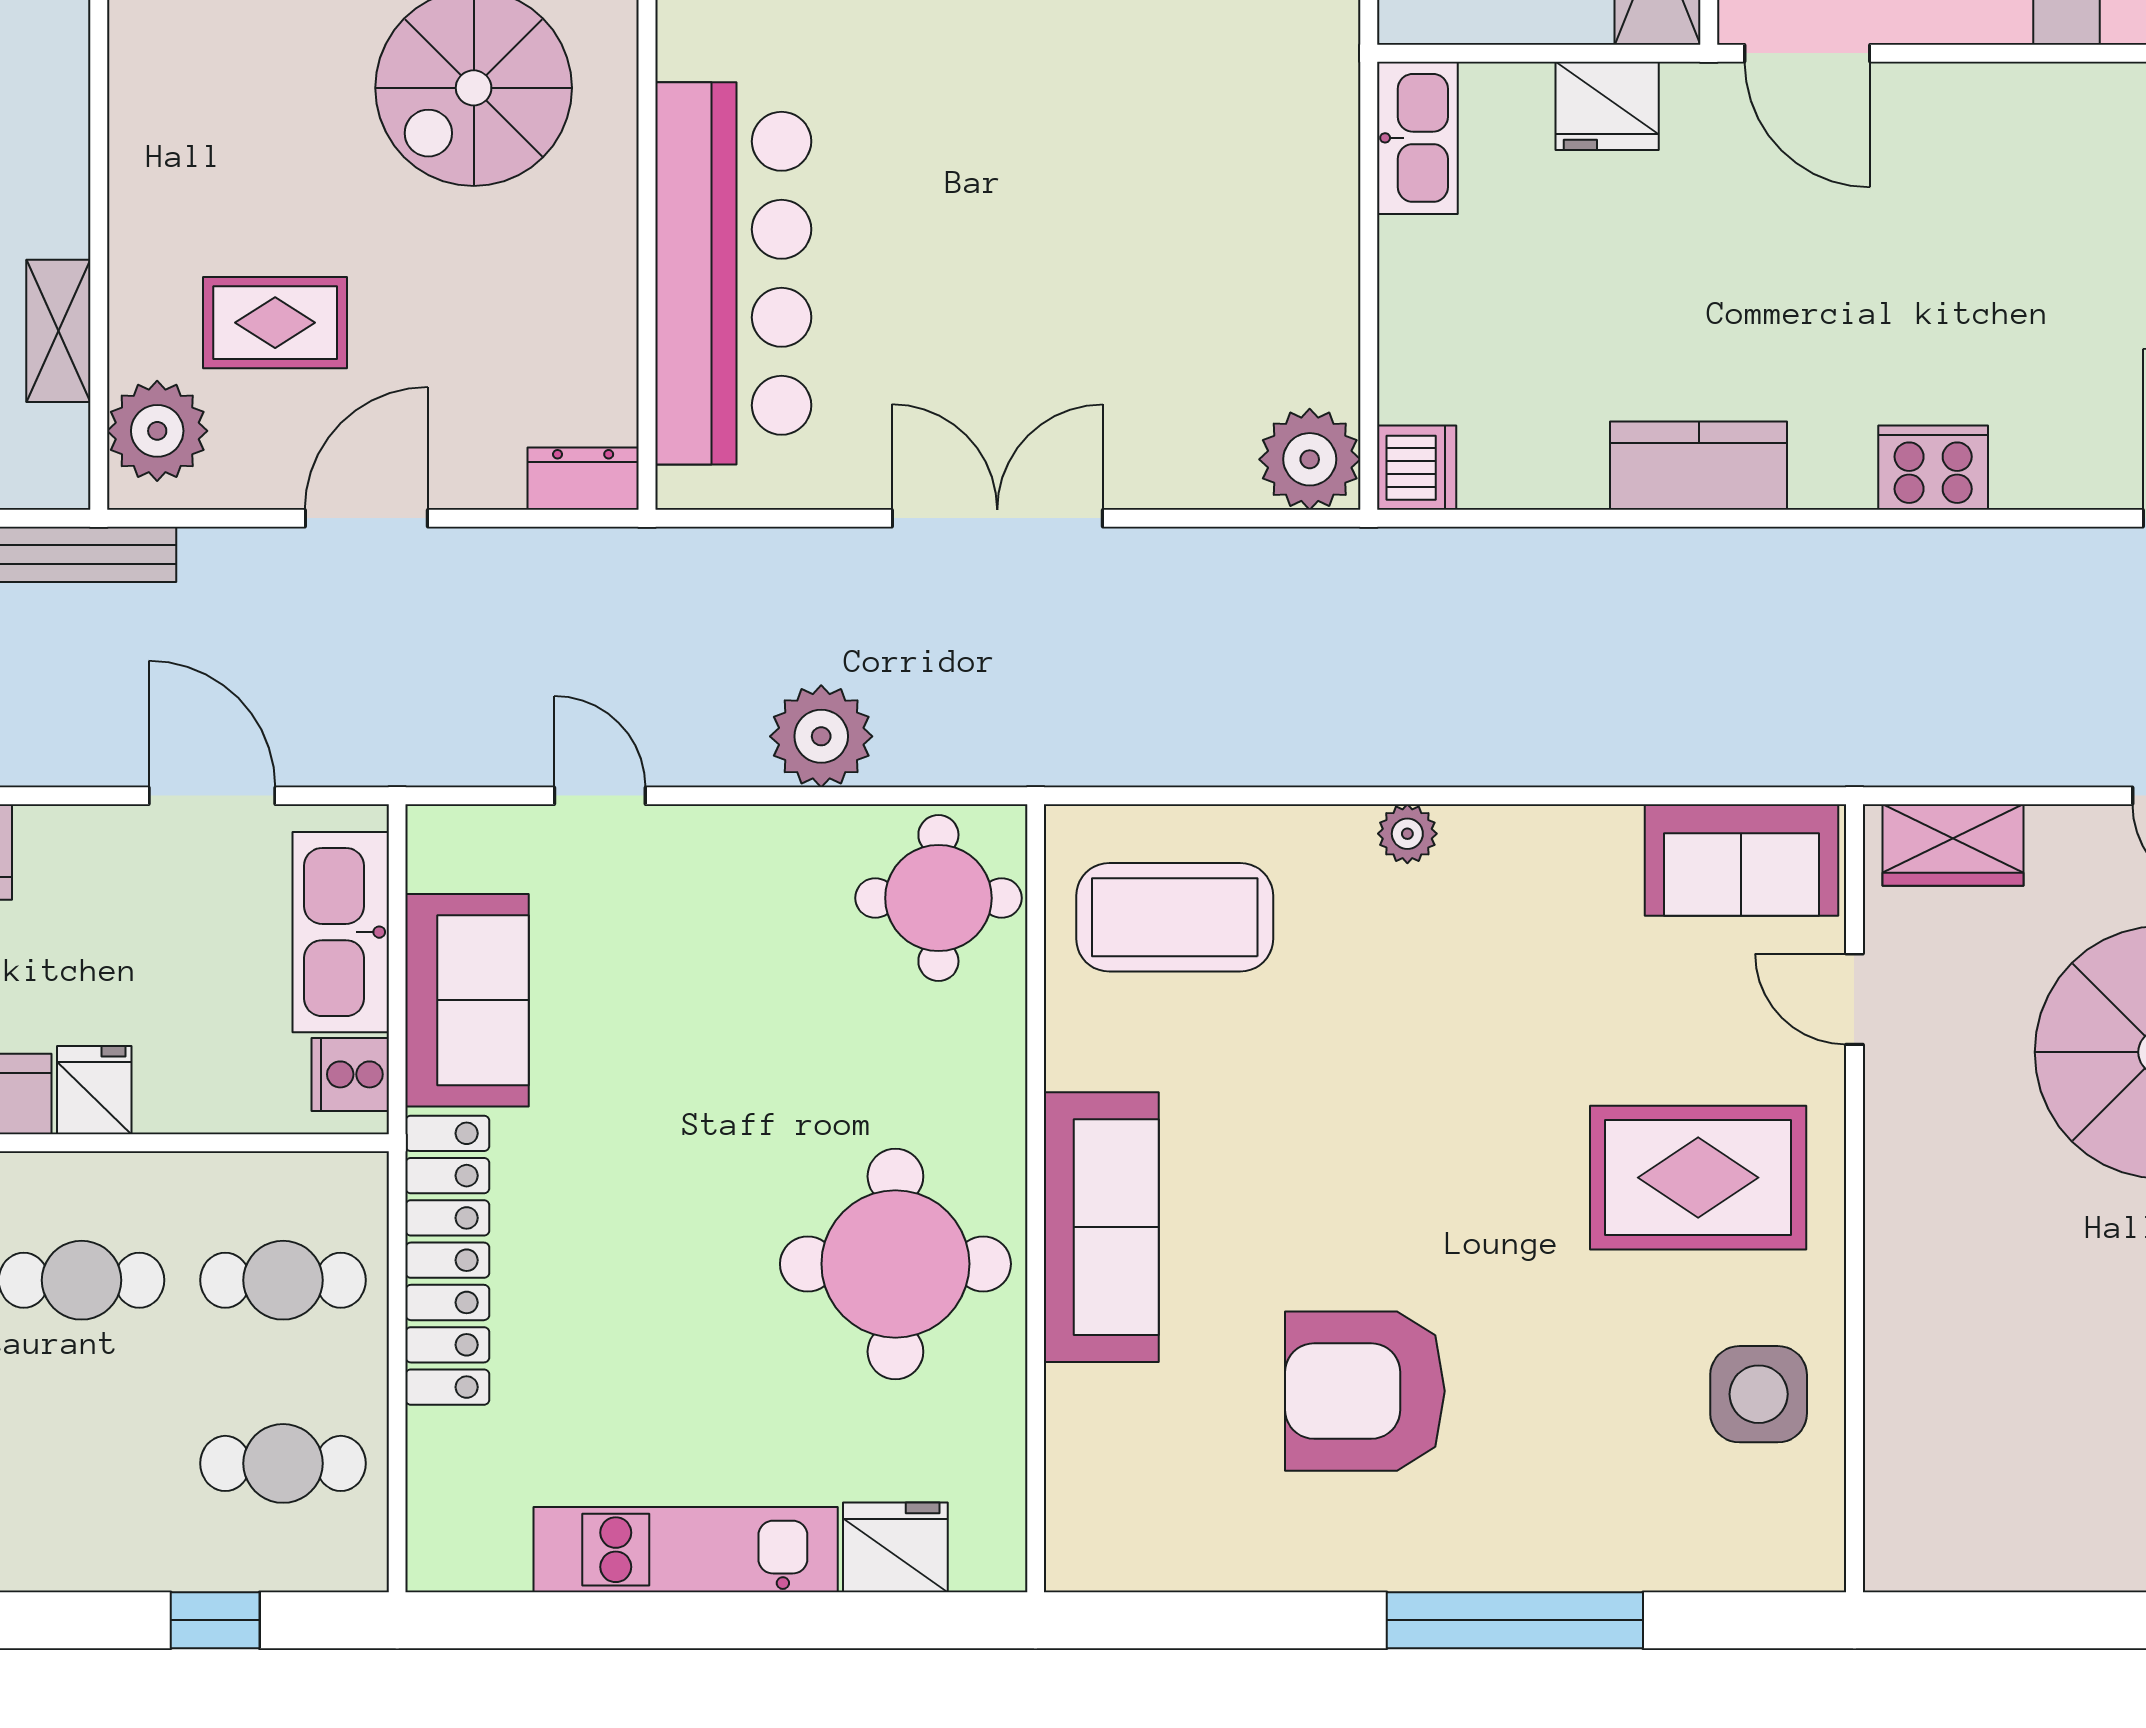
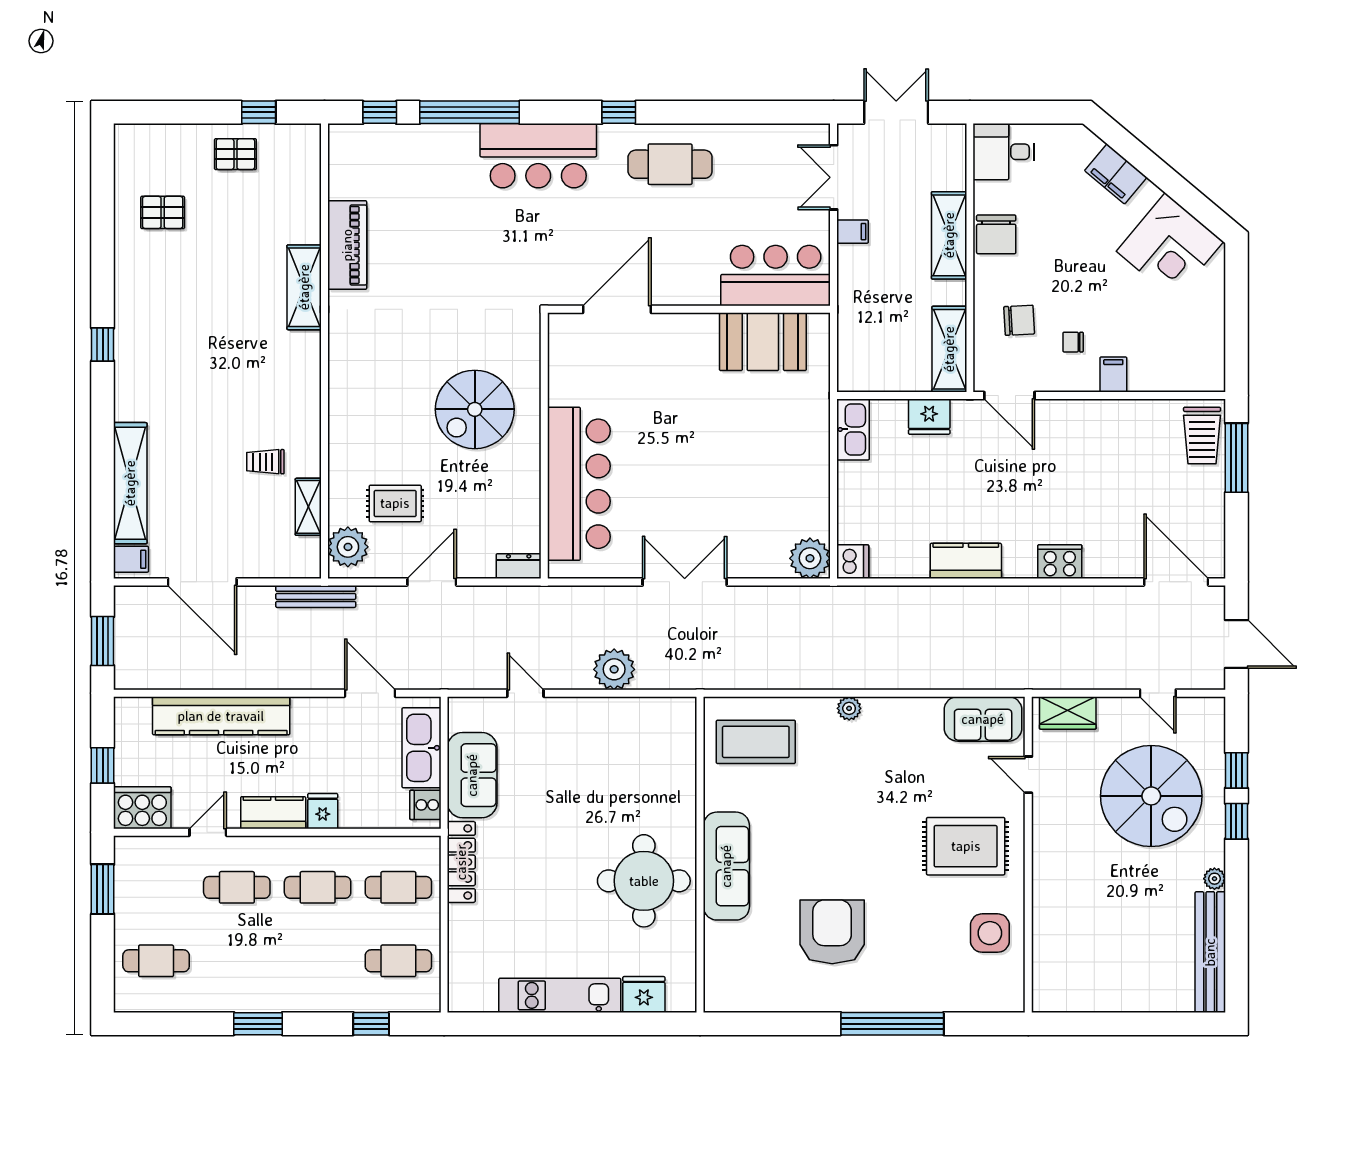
round table: (938, 898) -> (661, 734), removed
locker: (447, 1260) -> (461, 862), width x0.71, depth x0.83
armchair: (1365, 1391) -> (832, 932), turned 90

